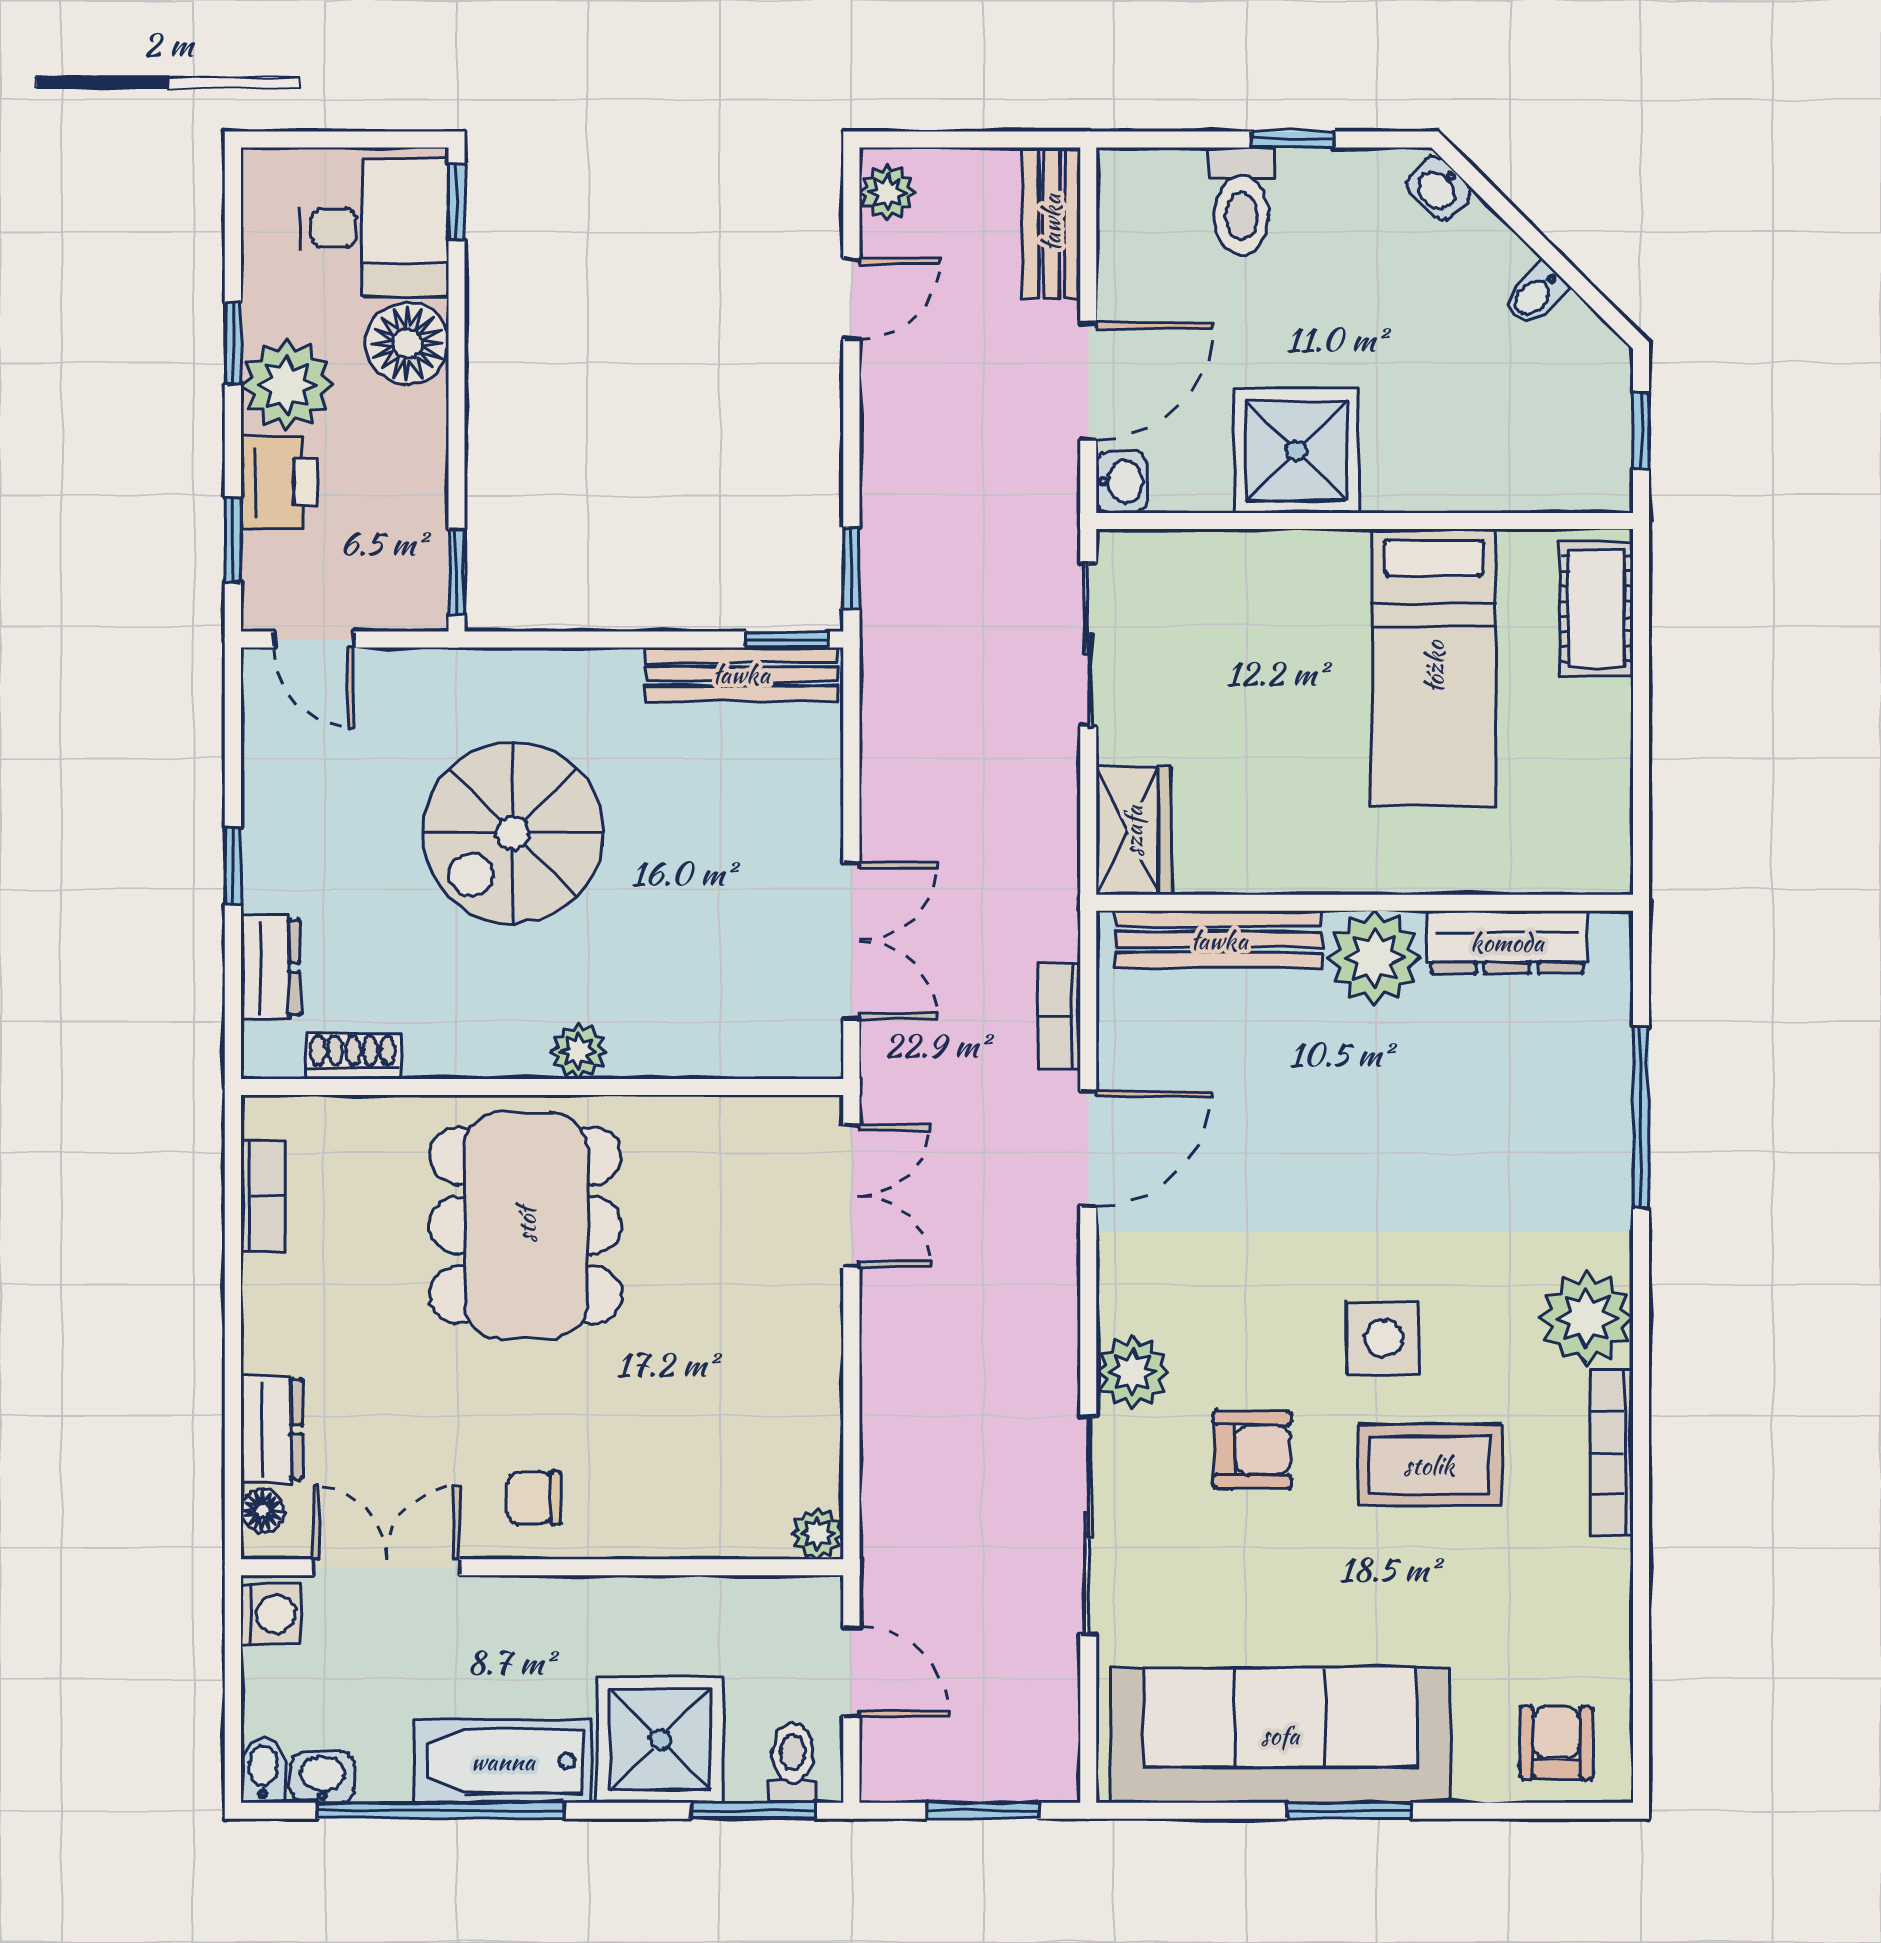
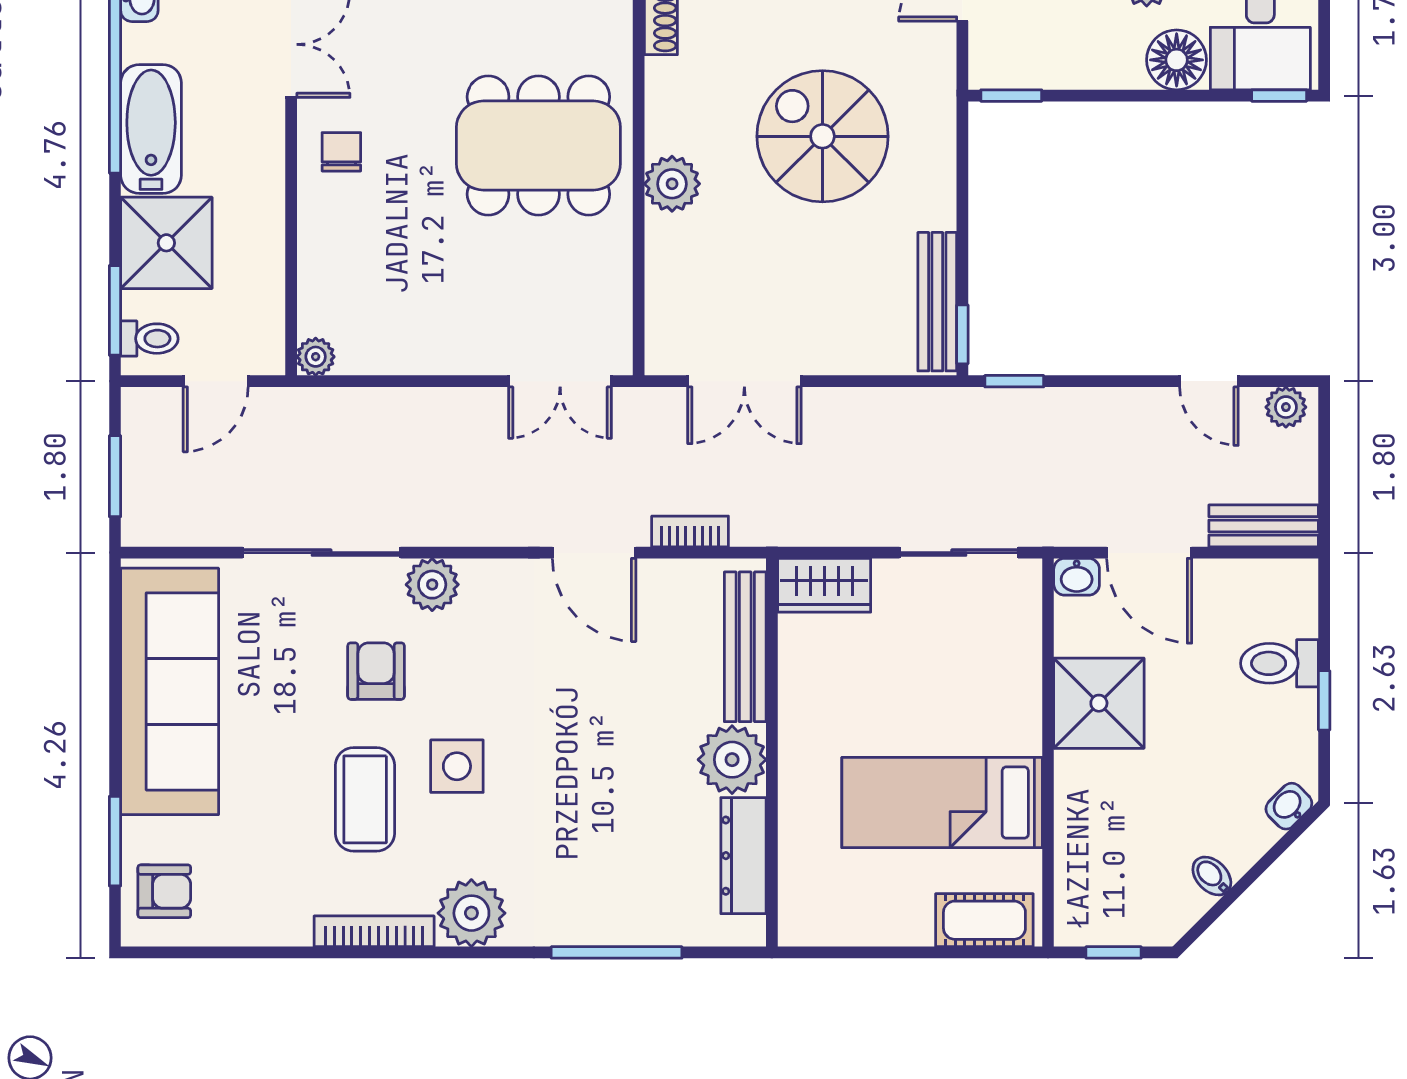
plant: (579, 1051) -> (672, 184), width x1.38, depth x1.38
armchair: (1252, 1450) -> (376, 671), turned 180
window: (1349, 1811) -> (115, 841), moved

